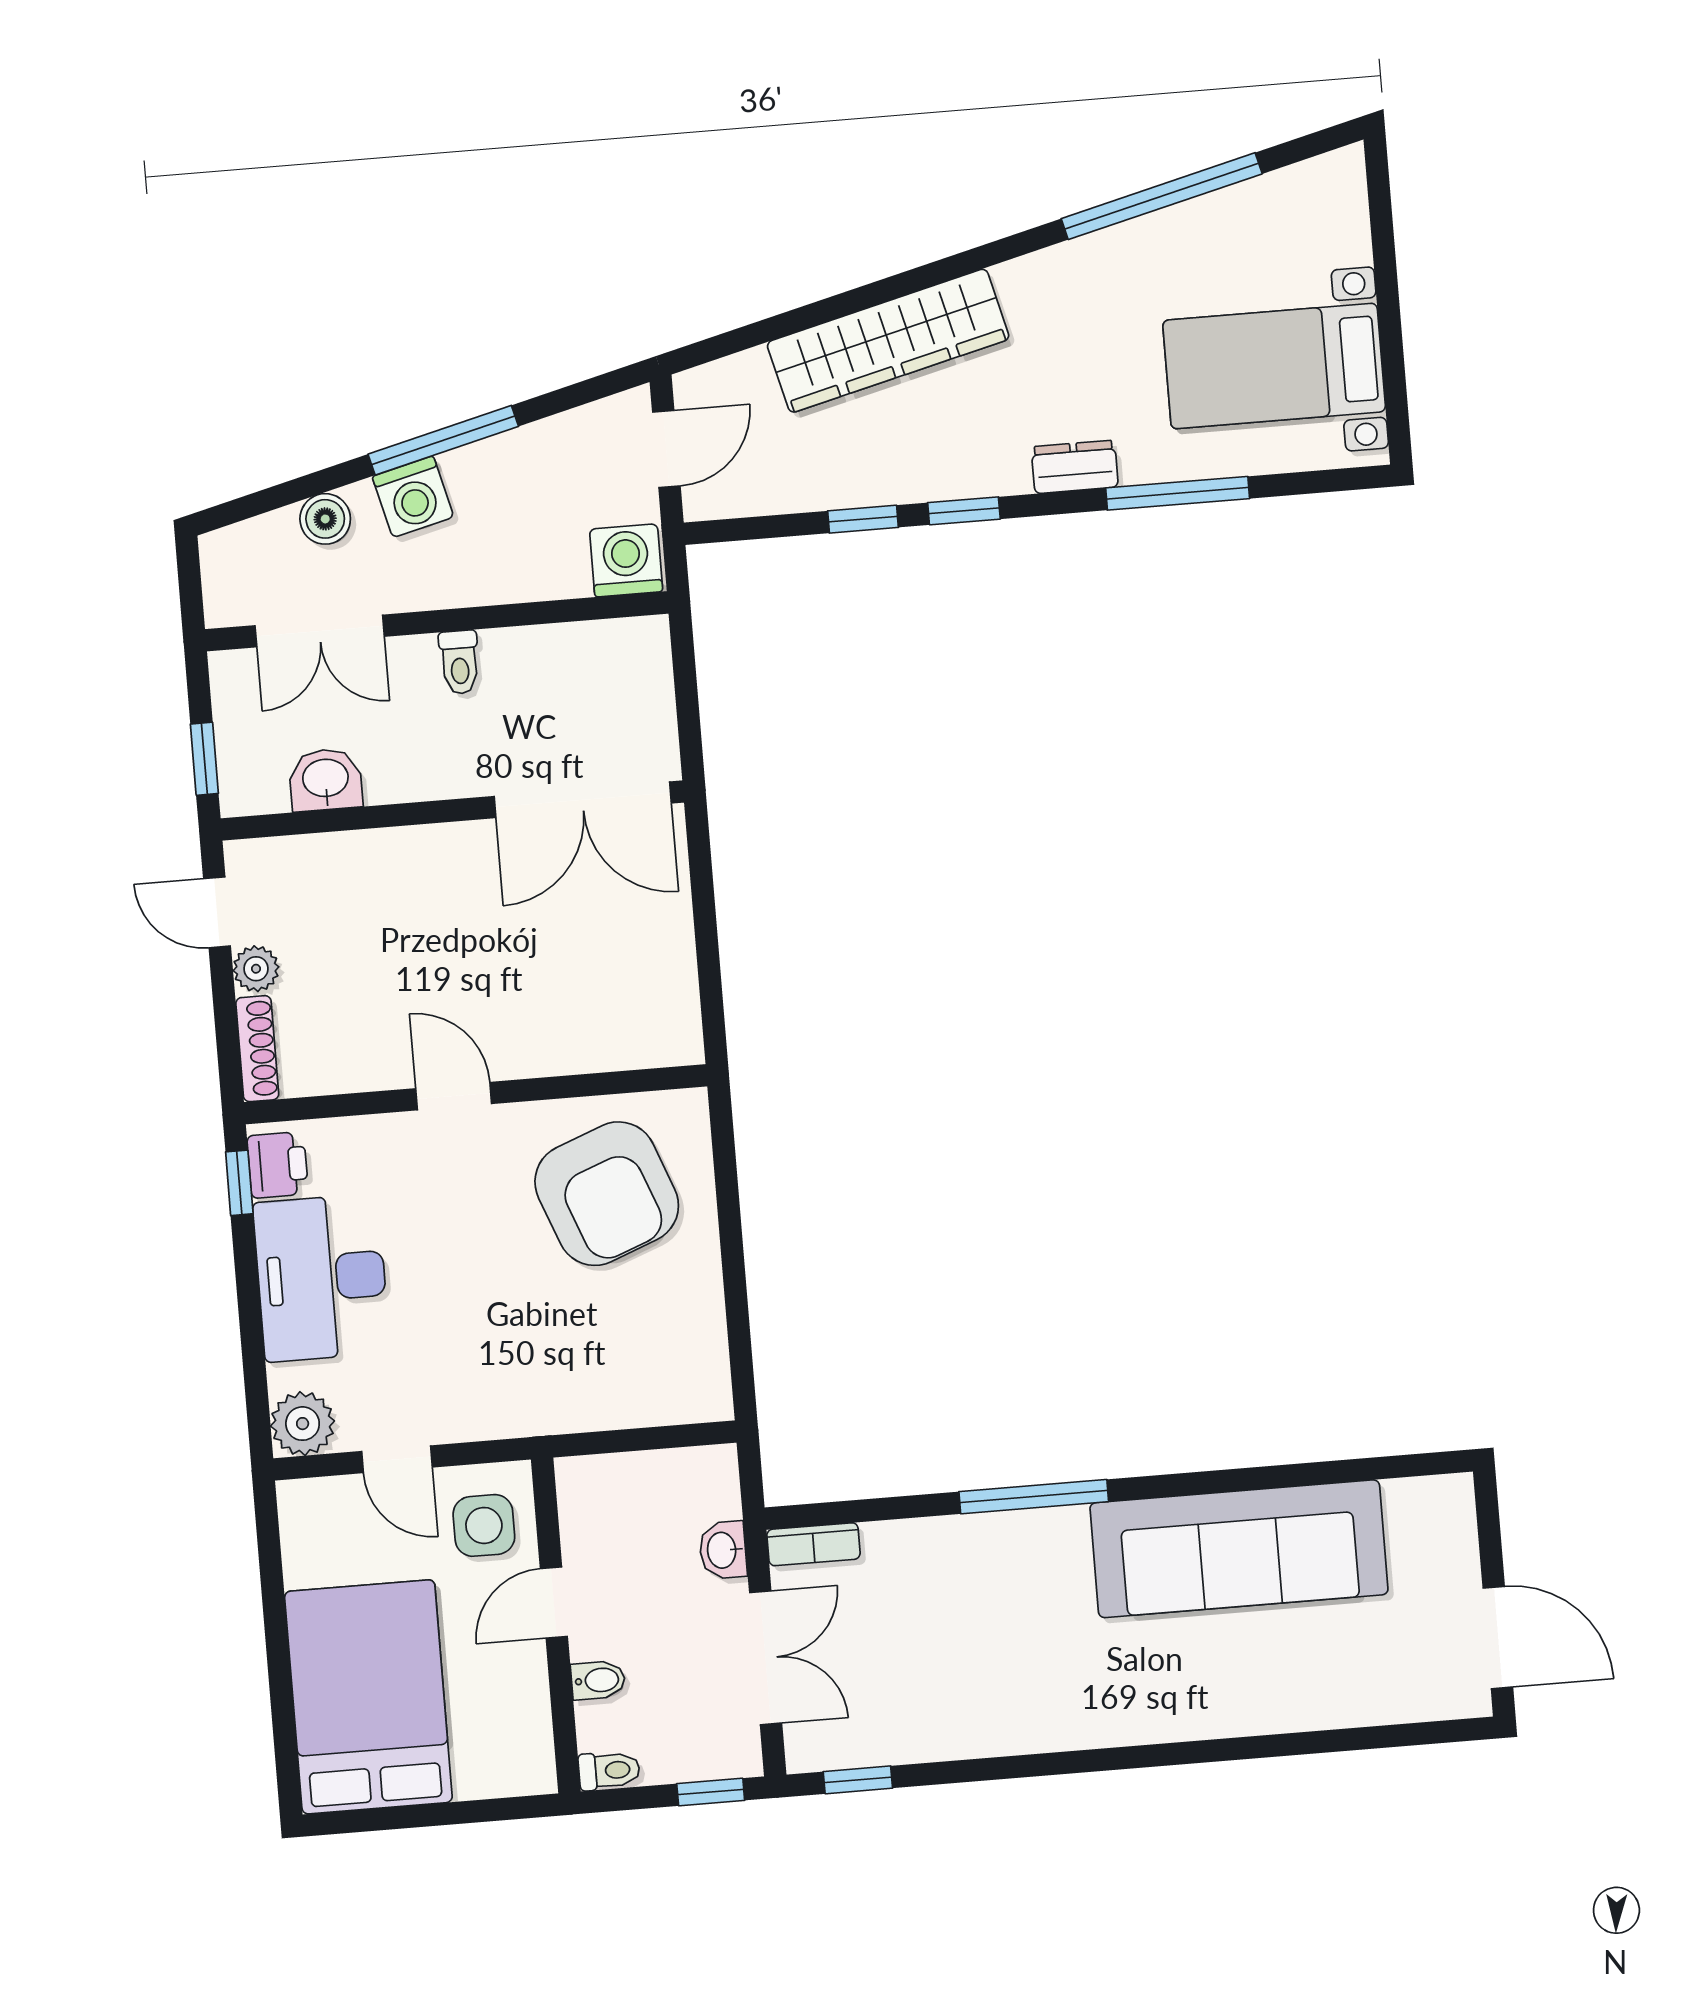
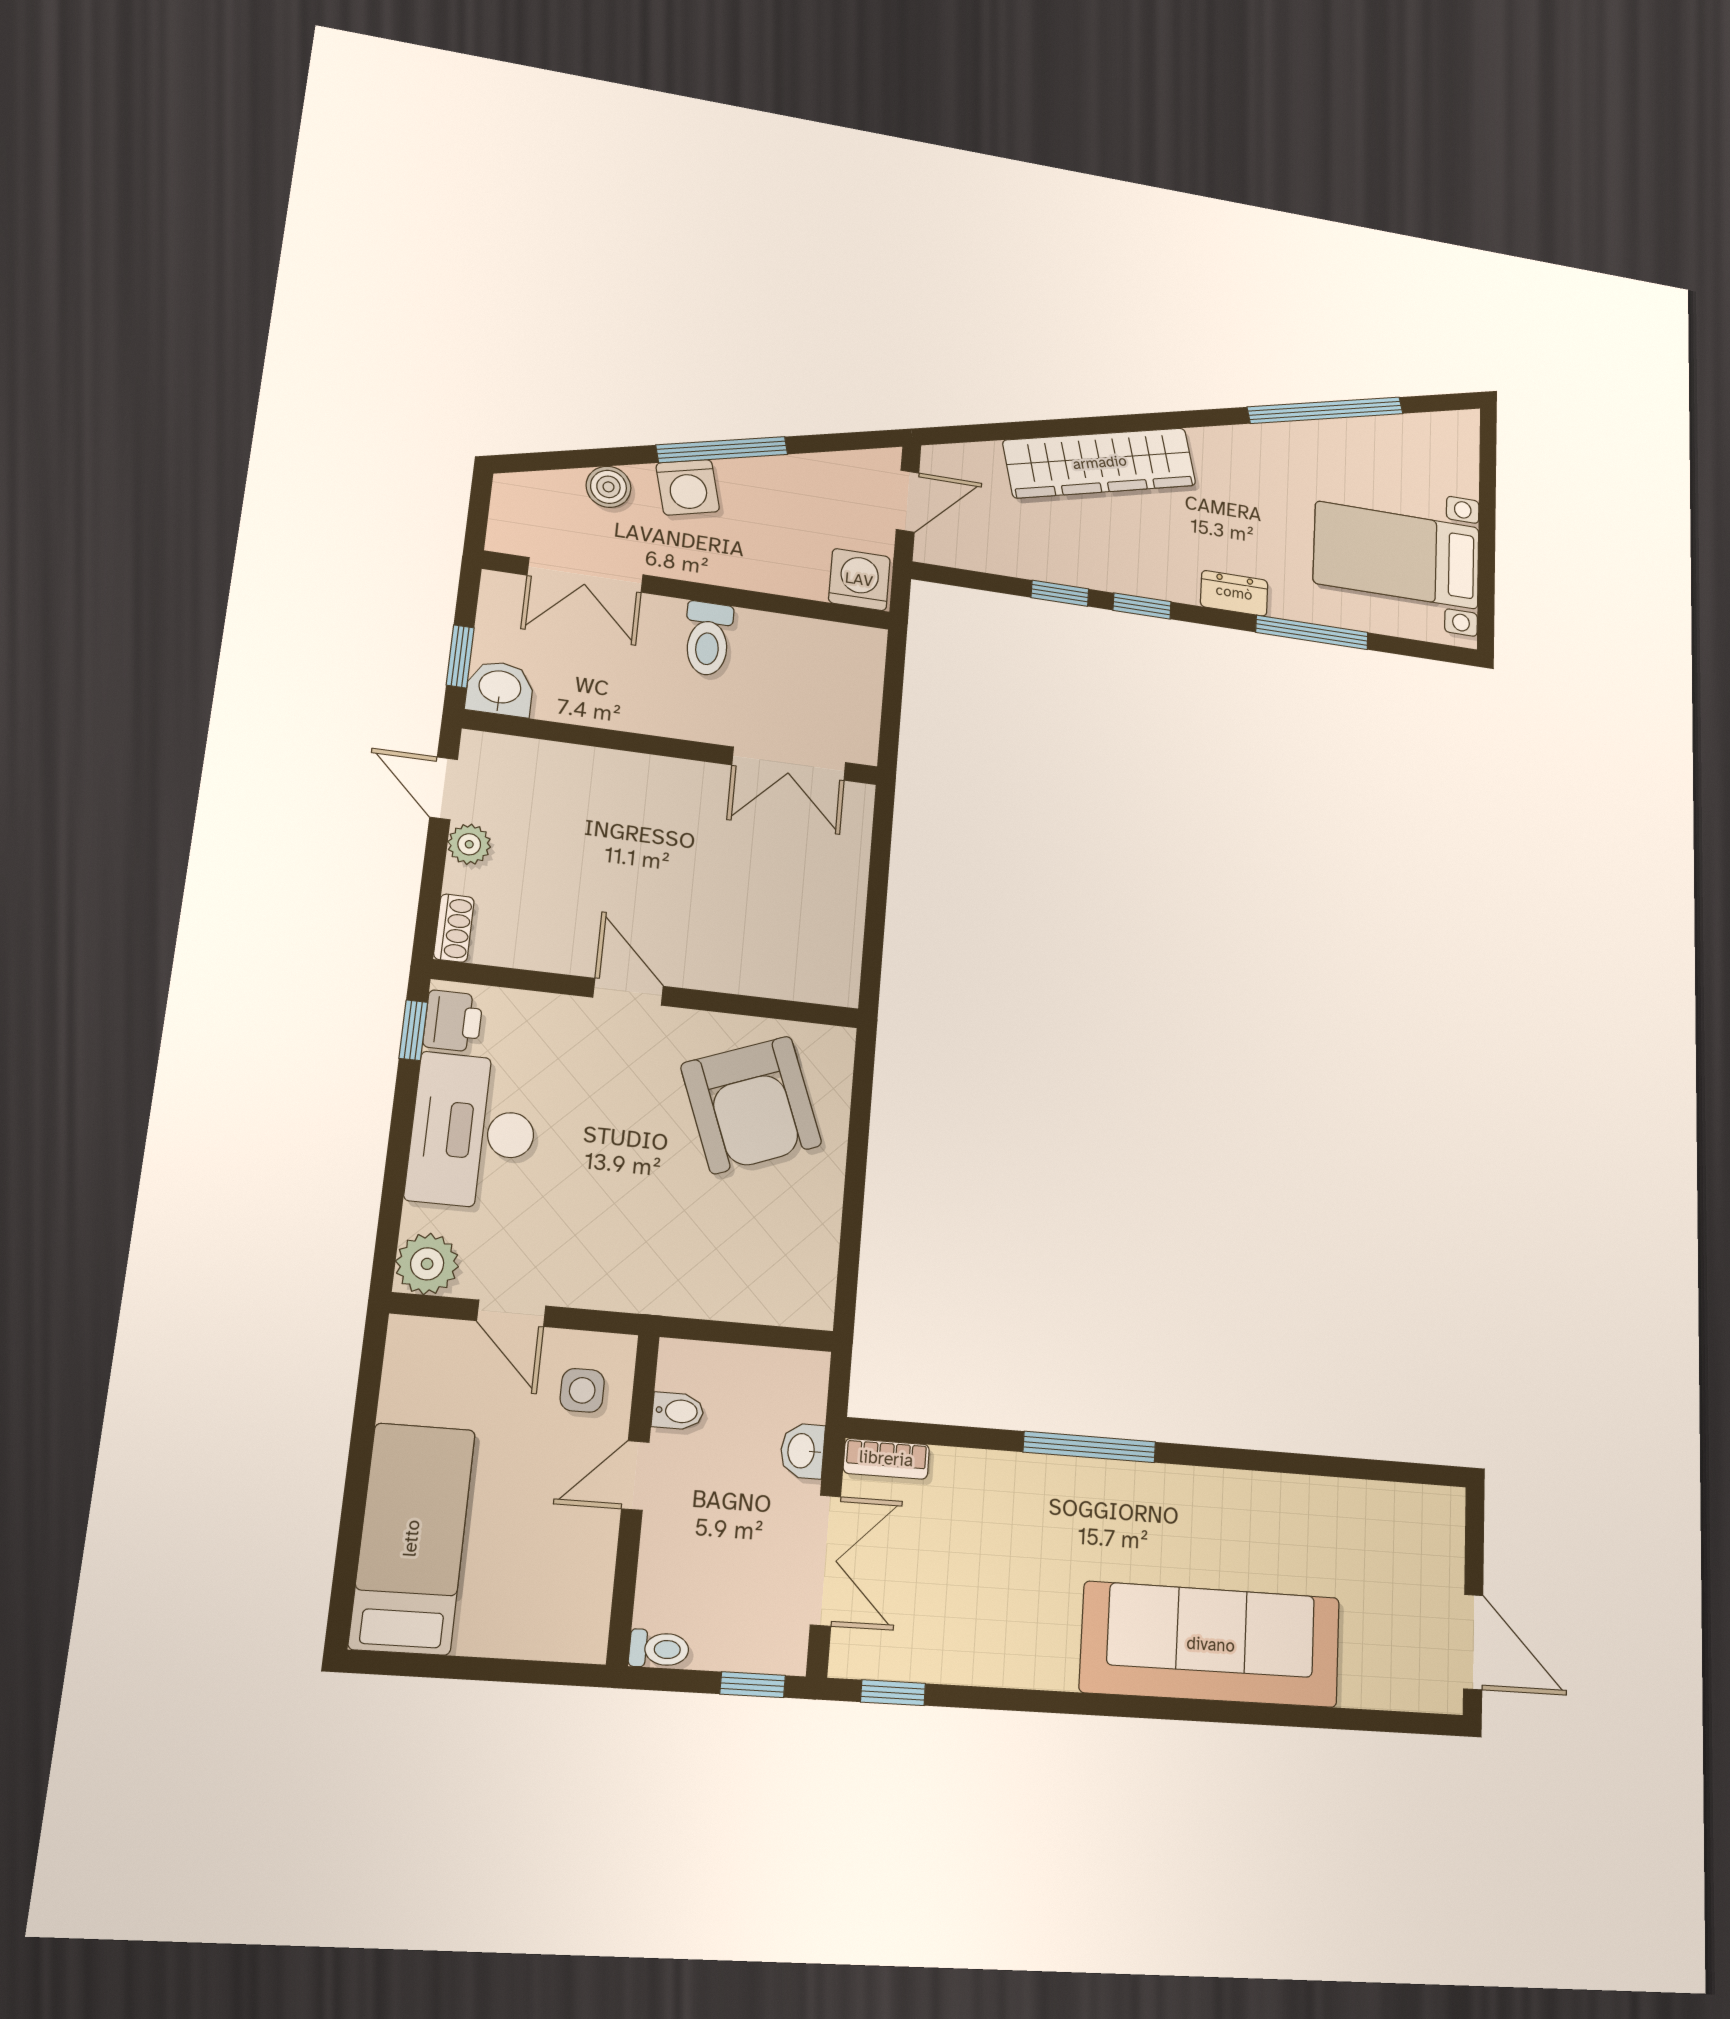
toilet: (459, 662) -> (708, 639), width x1.37, depth x1.39
washbasin: (326, 780) -> (500, 688), moved
double door: (583, 800) -> (789, 764), width x0.73
shoe rack: (257, 1049) -> (454, 928), width x0.70
side table: (484, 1525) -> (582, 1390), width x0.73, depth x0.73
sofa: (1239, 1549) -> (1211, 1645), moved, turned 180
bidet: (598, 1680) -> (678, 1411), moved
bed: (368, 1697) -> (412, 1538), width x0.67

